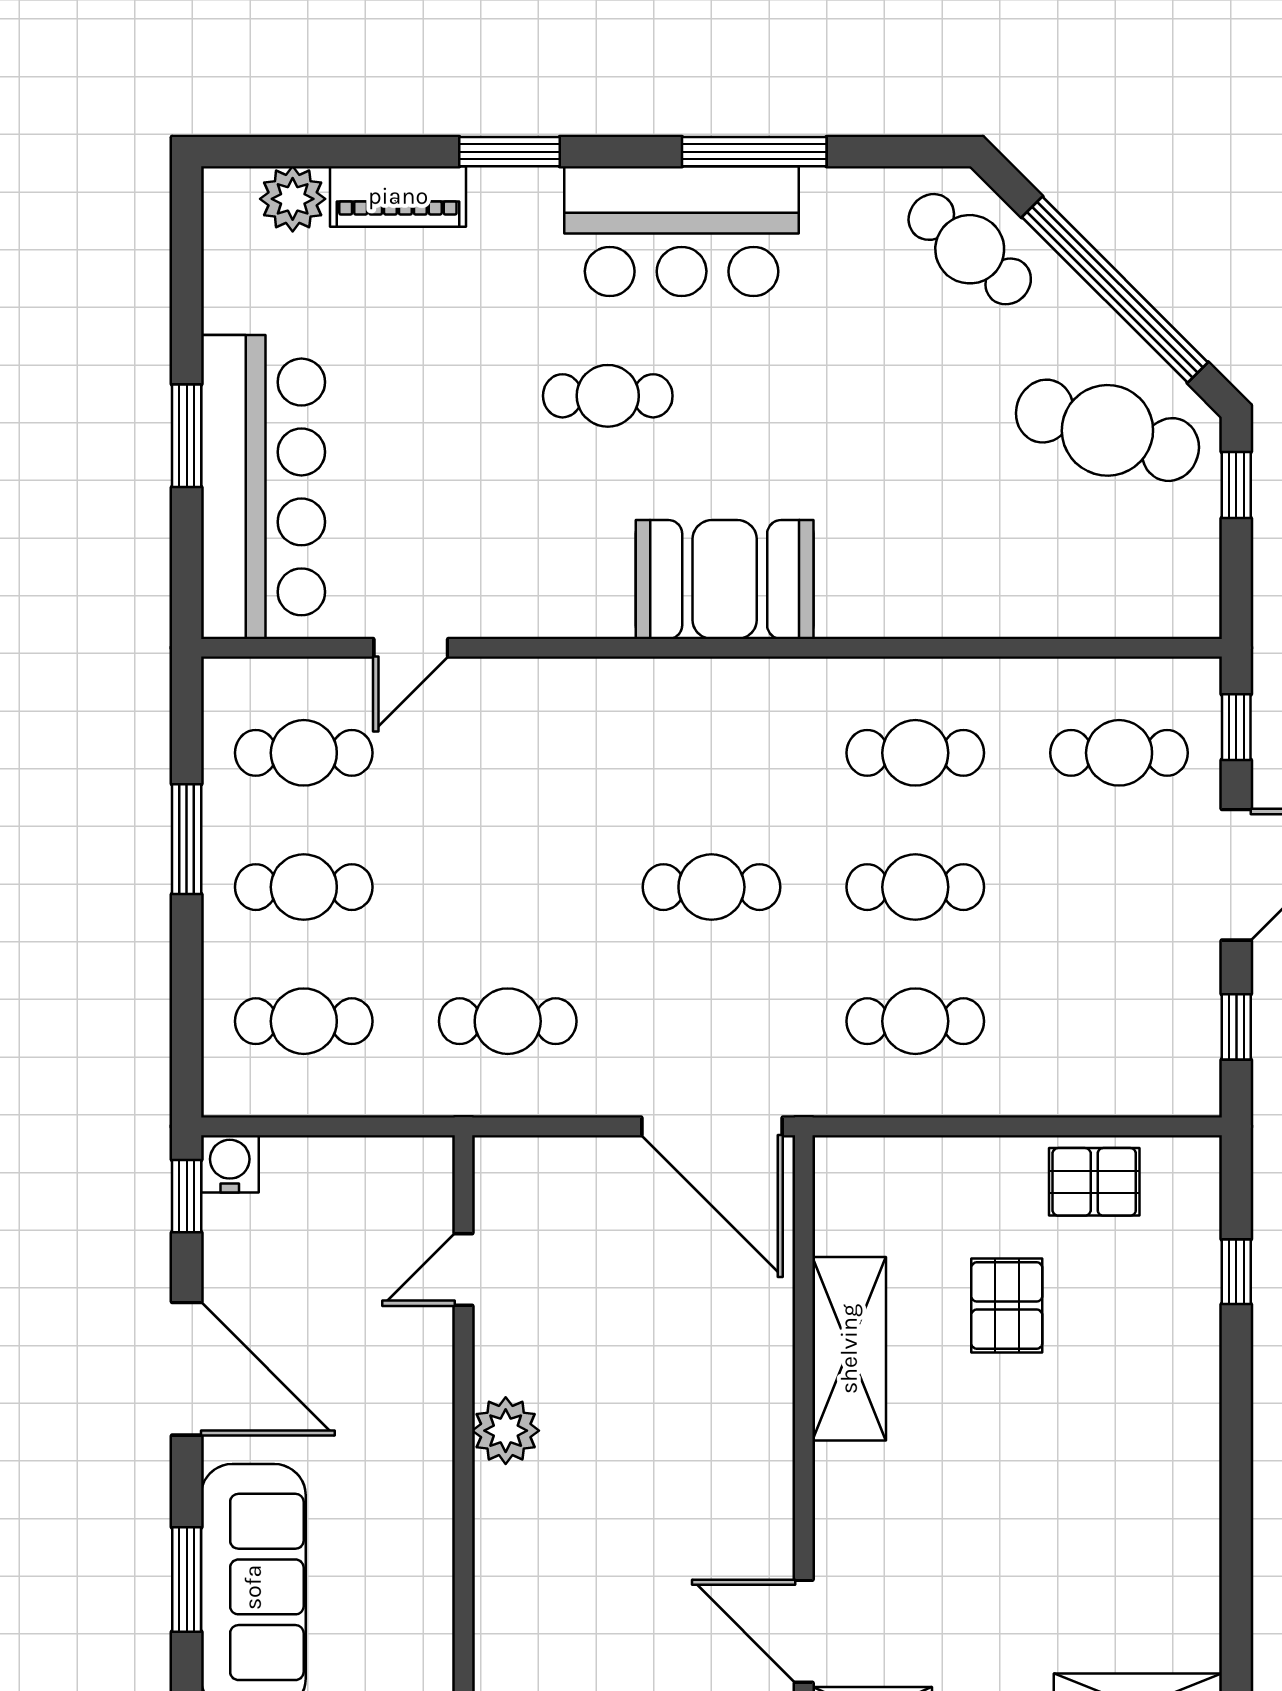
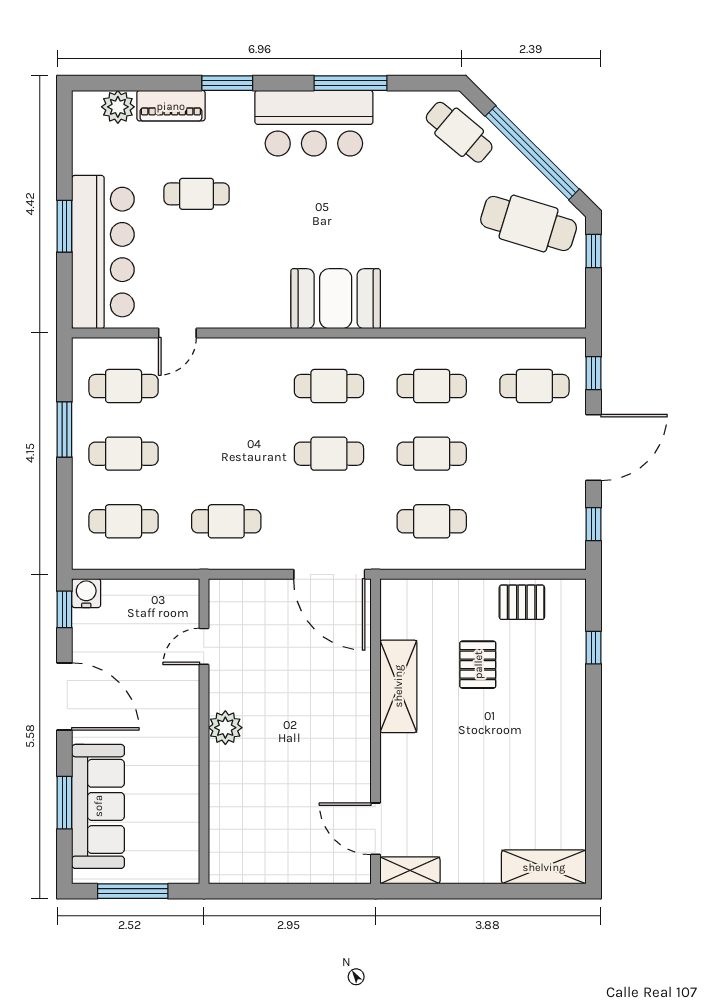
cafe table: (608, 396) -> (197, 194), moved
cafe table: (711, 753) -> (329, 386), added

